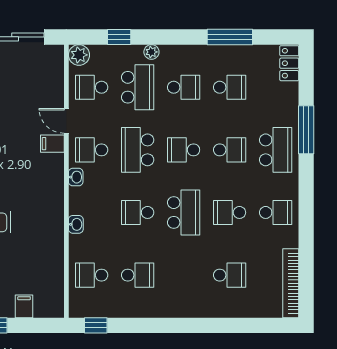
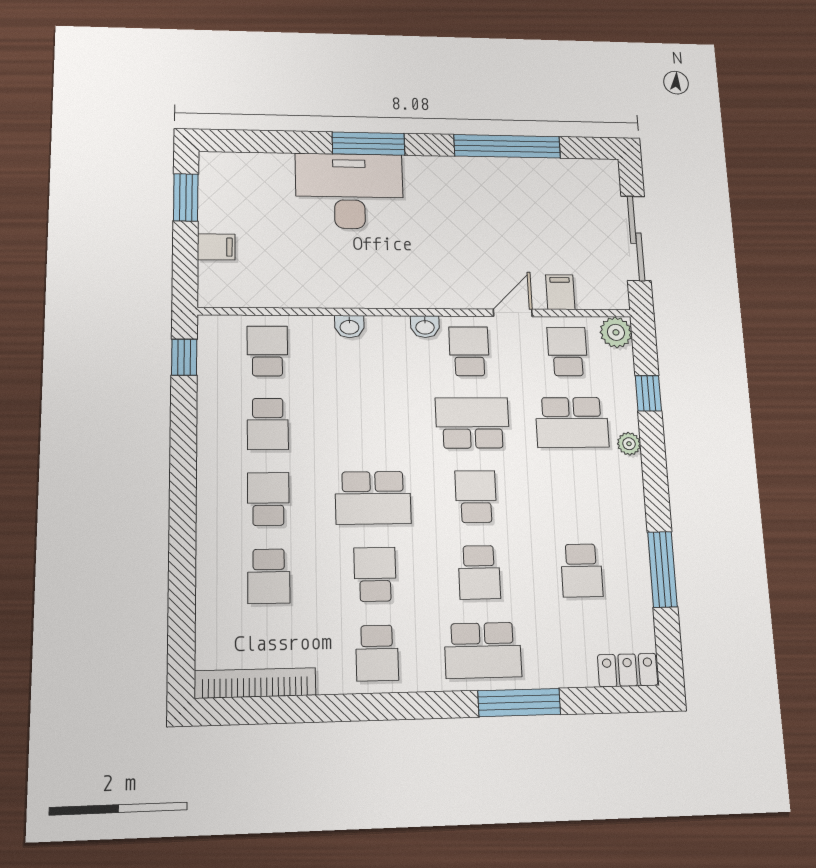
school desk: (184, 87) -> (577, 495), removed
filing cabinet: (52, 144) -> (560, 292), moved
school desk: (138, 212) -> (268, 499), moved

